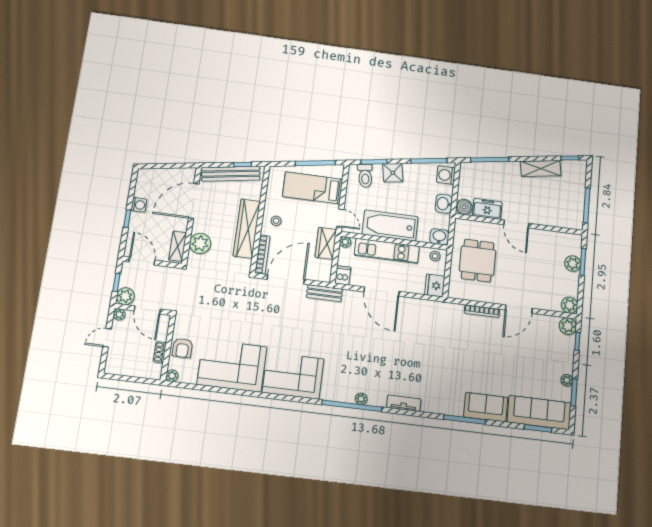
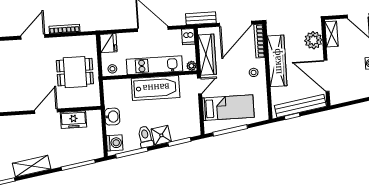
toilet: (365, 176) -> (145, 137), moved
door: (194, 201) -> (327, 76), swing flipped
boiler: (464, 207) -> (94, 117), removed
door: (340, 218) -> (200, 86), swing flipped
door: (516, 224) -> (46, 111), hinge flipped
washbasin: (439, 237) -> (111, 86), removed
wardrobe: (326, 243) -> (207, 55), width x1.50
dining table: (478, 261) -> (75, 72), turned 90

